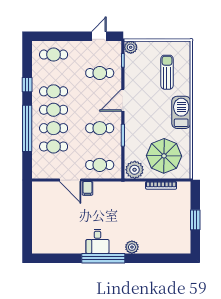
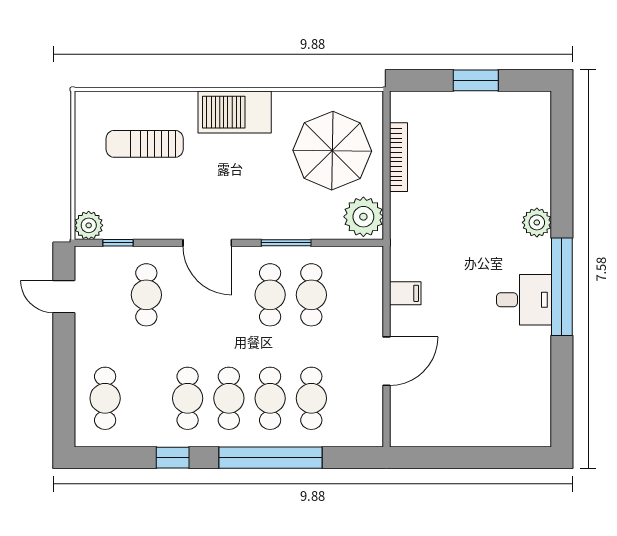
cafe table: (100, 165) -> (311, 295), moved
filing cabinet: (87, 188) -> (405, 293), moved

